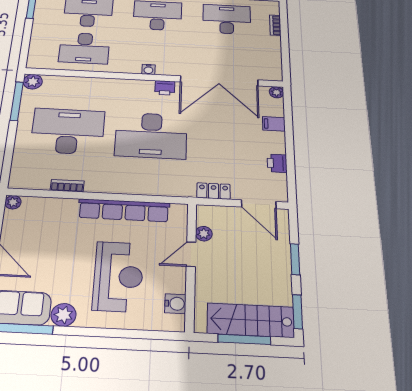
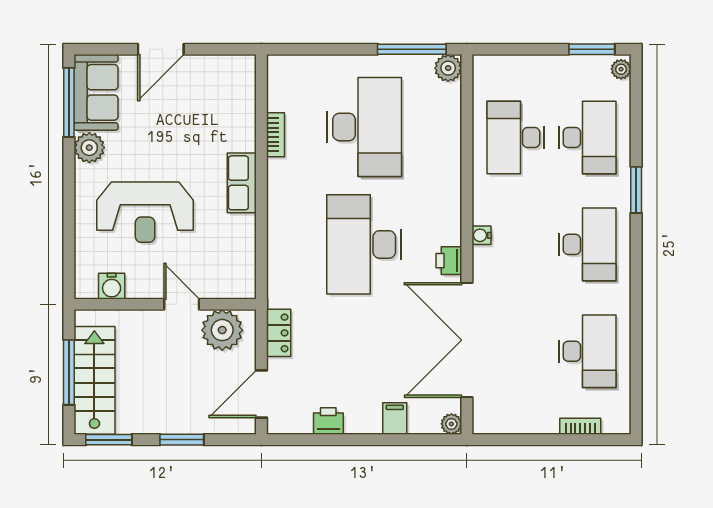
plant: (13, 202) -> (246, 65), removed
row of seats: (124, 210) -> (242, 183), width x0.50
plant: (204, 234) -> (222, 330), width x1.88, depth x1.88

